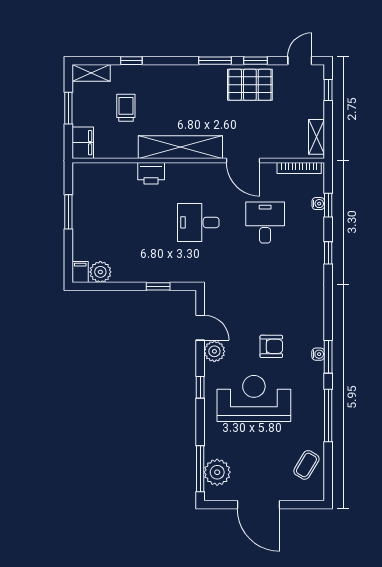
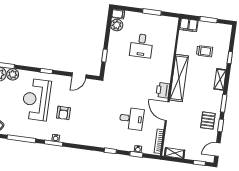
door: (300, 61) -> (217, 150), swing flipped
shelving: (91, 73) -> (220, 79), moved
pallet: (250, 85) -> (208, 121), width x0.67, depth x0.71
door: (243, 160) -> (167, 111), hinge flipped
printer: (151, 173) -> (163, 90), moved
desk: (198, 222) -> (141, 46), moved, turned 180
plant: (214, 351) -> (13, 74), moved
reception desk: (254, 398) -> (36, 100), turned 180

